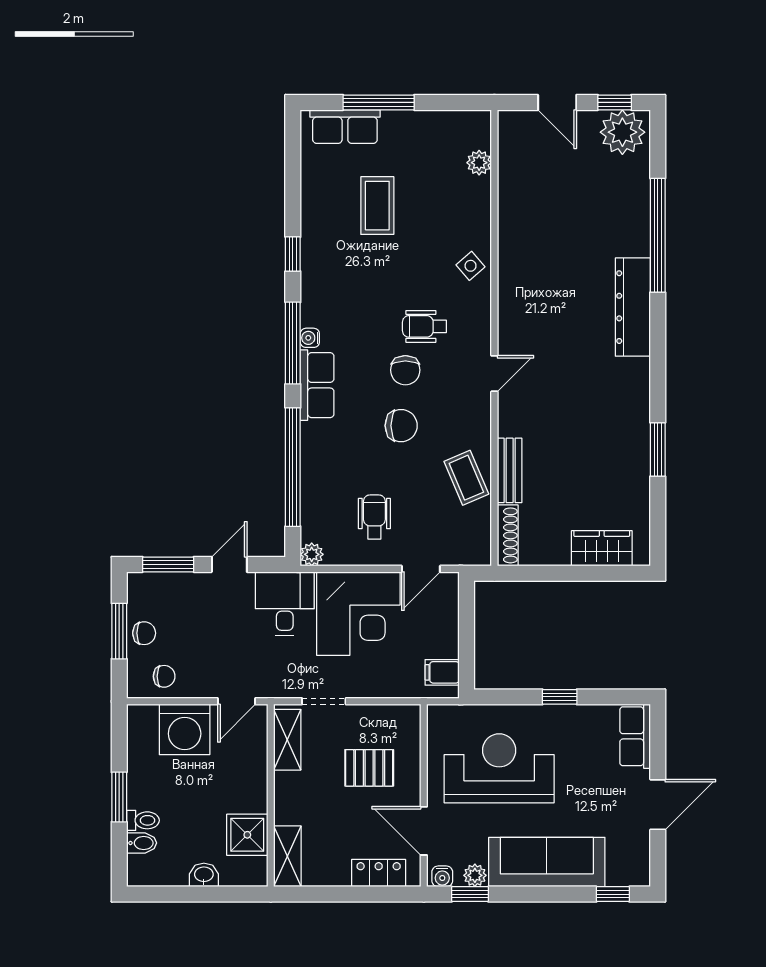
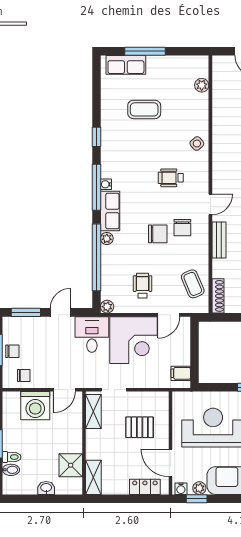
coffee table: (377, 206) -> (144, 109), turned 90
chair: (405, 370) -> (182, 228), moved
plant: (311, 434) -> (107, 239), added
bench: (510, 470) -> (219, 240), moved
coffee table: (466, 478) -> (193, 284), moved

